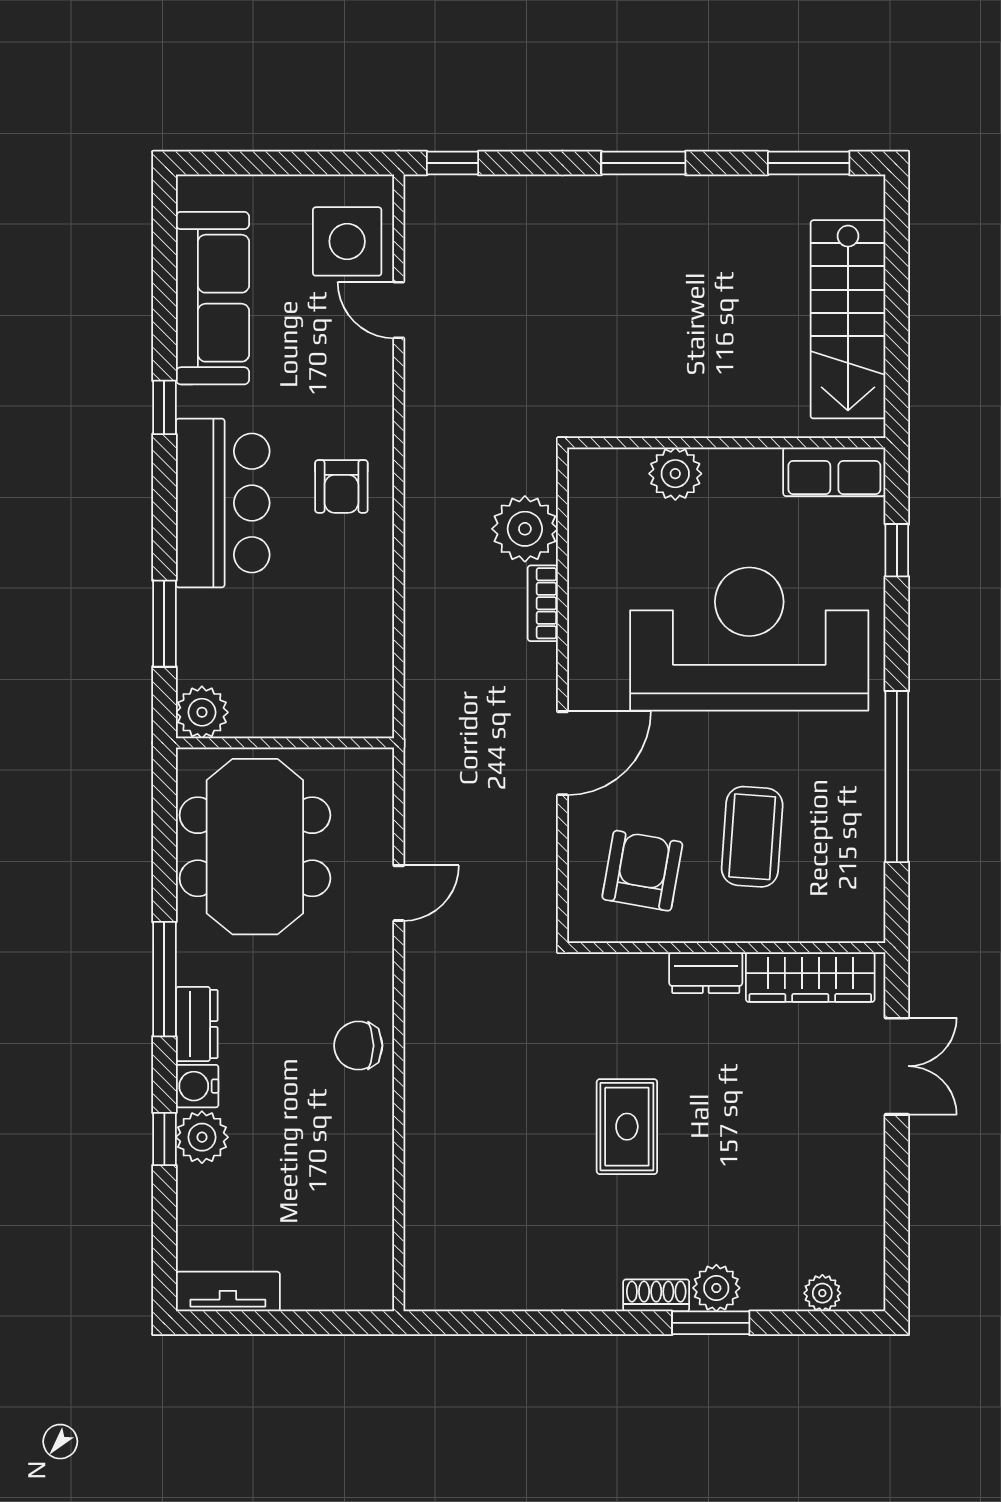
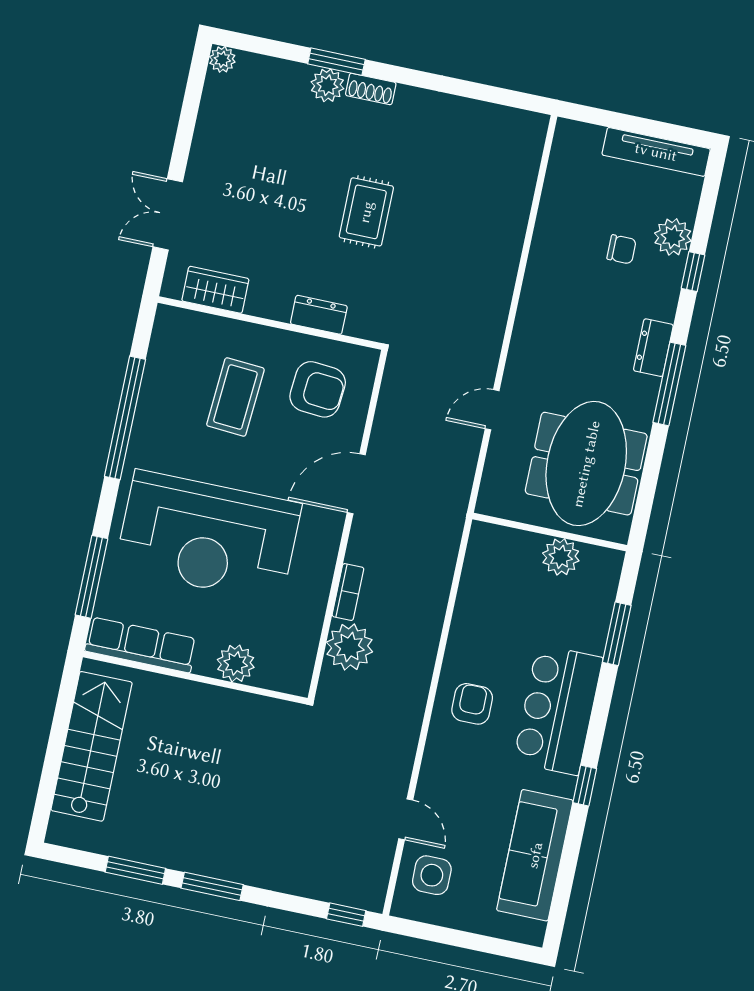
window: (809, 163) -> (135, 870), moved
side table: (347, 241) -> (432, 875), width x0.73, depth x0.73
row of seats: (834, 472) -> (141, 645), width x1.48
window: (897, 550) -> (91, 577), width x2.17
plant: (202, 712) -> (561, 557), moved
armchair: (642, 871) -> (318, 389), turned -95
dresser: (706, 973) -> (319, 315), moved
wardrobe: (810, 977) -> (215, 290), width x0.67
chair: (358, 1046) -> (622, 249), moved, width x0.73, depth x0.73
water cooler: (197, 1086) -> (662, 304), removed
plant: (202, 1137) -> (673, 237), moved
tv unit: (228, 1292) -> (656, 152), width x1.41
plant: (822, 1293) -> (222, 59), moved

